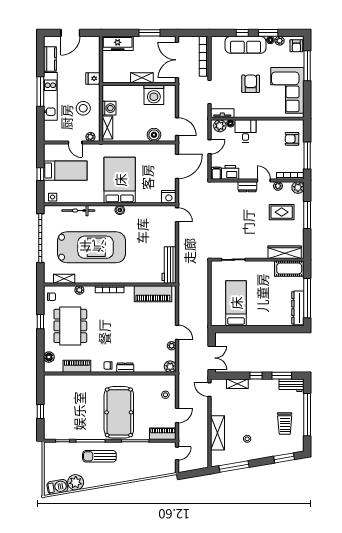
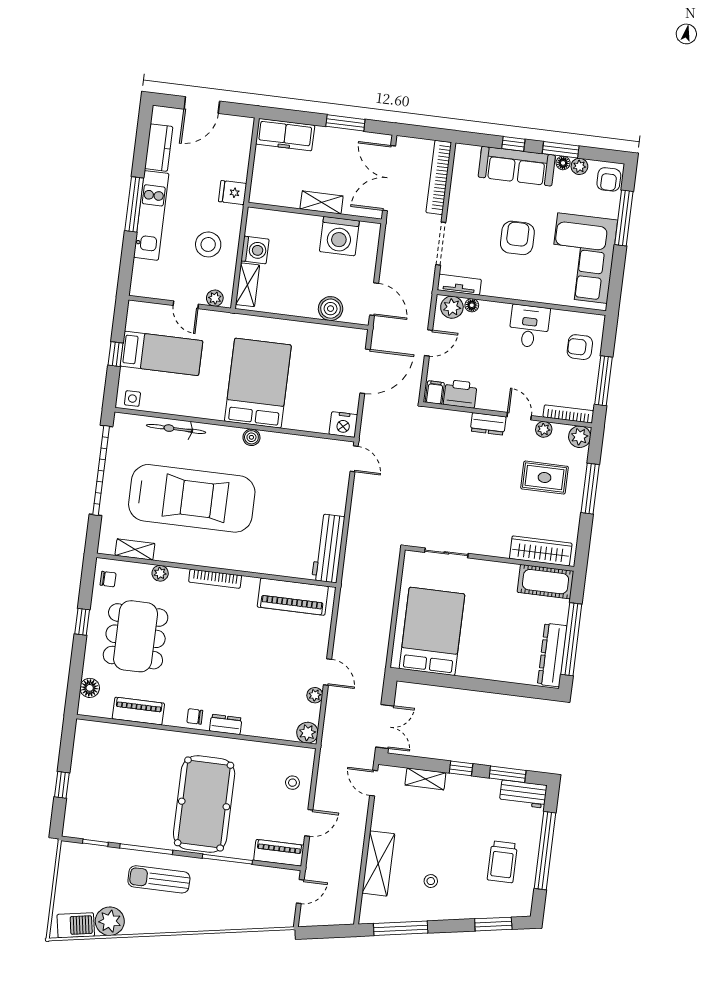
desk: (245, 131) -> (529, 326), moved
bed: (236, 303) -> (432, 631), width x1.50

